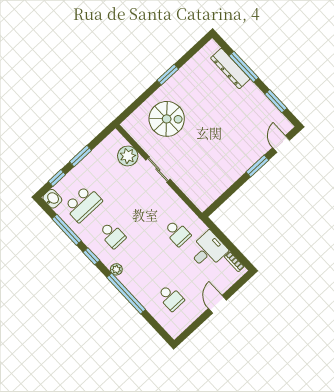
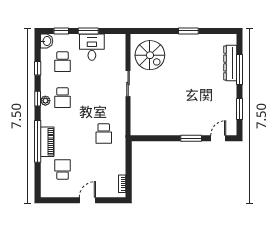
spiral stairs: (167, 119) -> (150, 55), moved
plant: (128, 156) -> (117, 58), removed
school desk: (83, 204) -> (63, 62), width x0.54
window: (67, 230) -> (38, 68), width x0.46
desk: (208, 250) -> (92, 47), moved, turned -90
plant: (116, 269) -> (45, 101), moved
piano: (135, 286) -> (47, 142), added
school desk: (171, 298) -> (63, 169), turned 180

